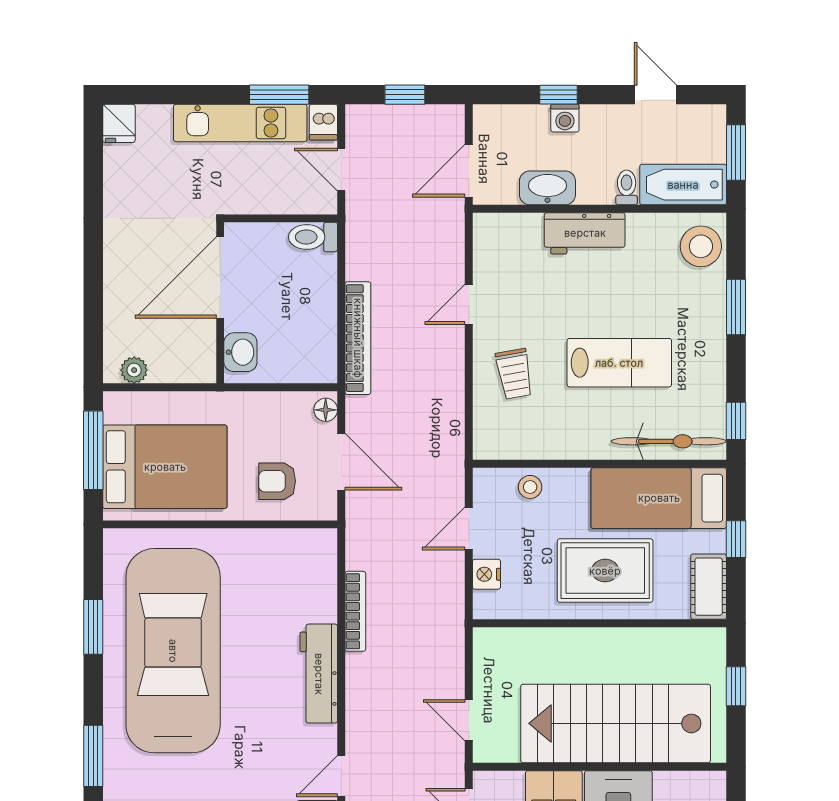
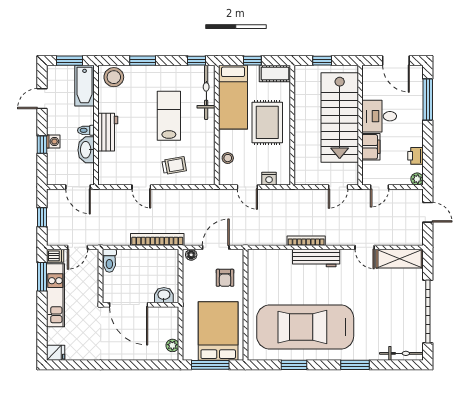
toilet: (627, 187) -> (86, 130), moved
bookcase: (355, 611) -> (306, 241), moved

